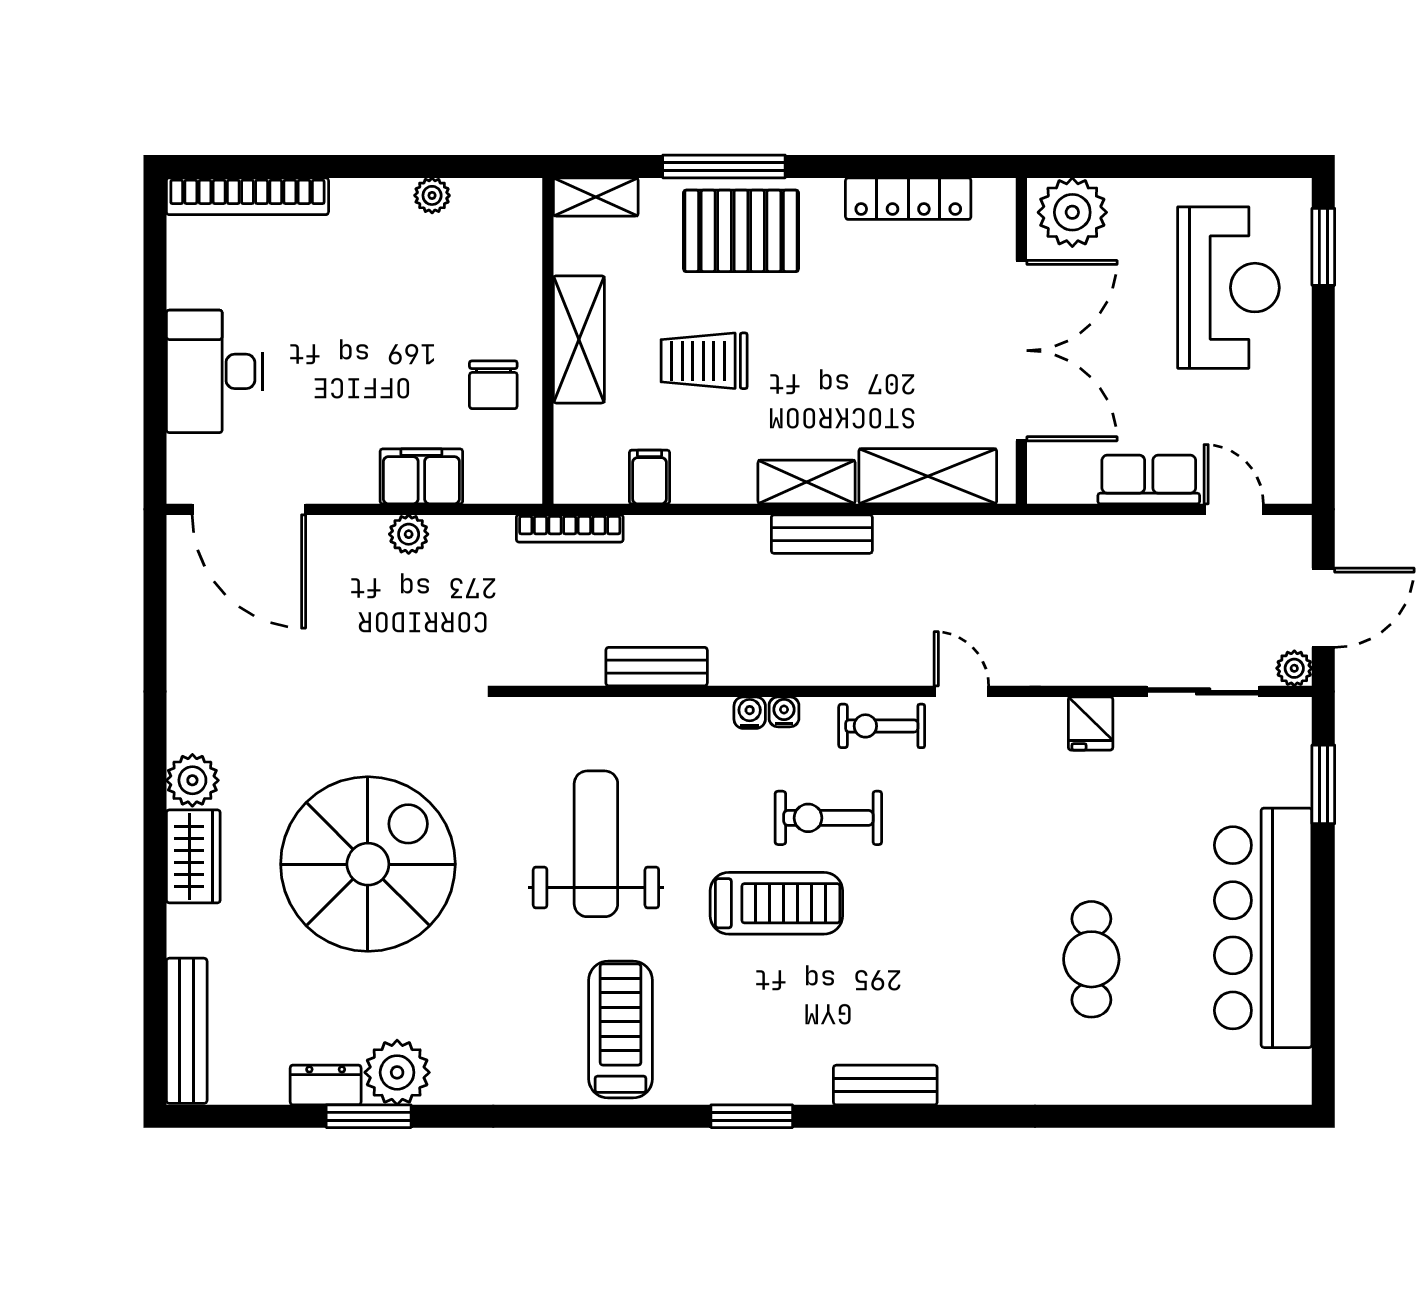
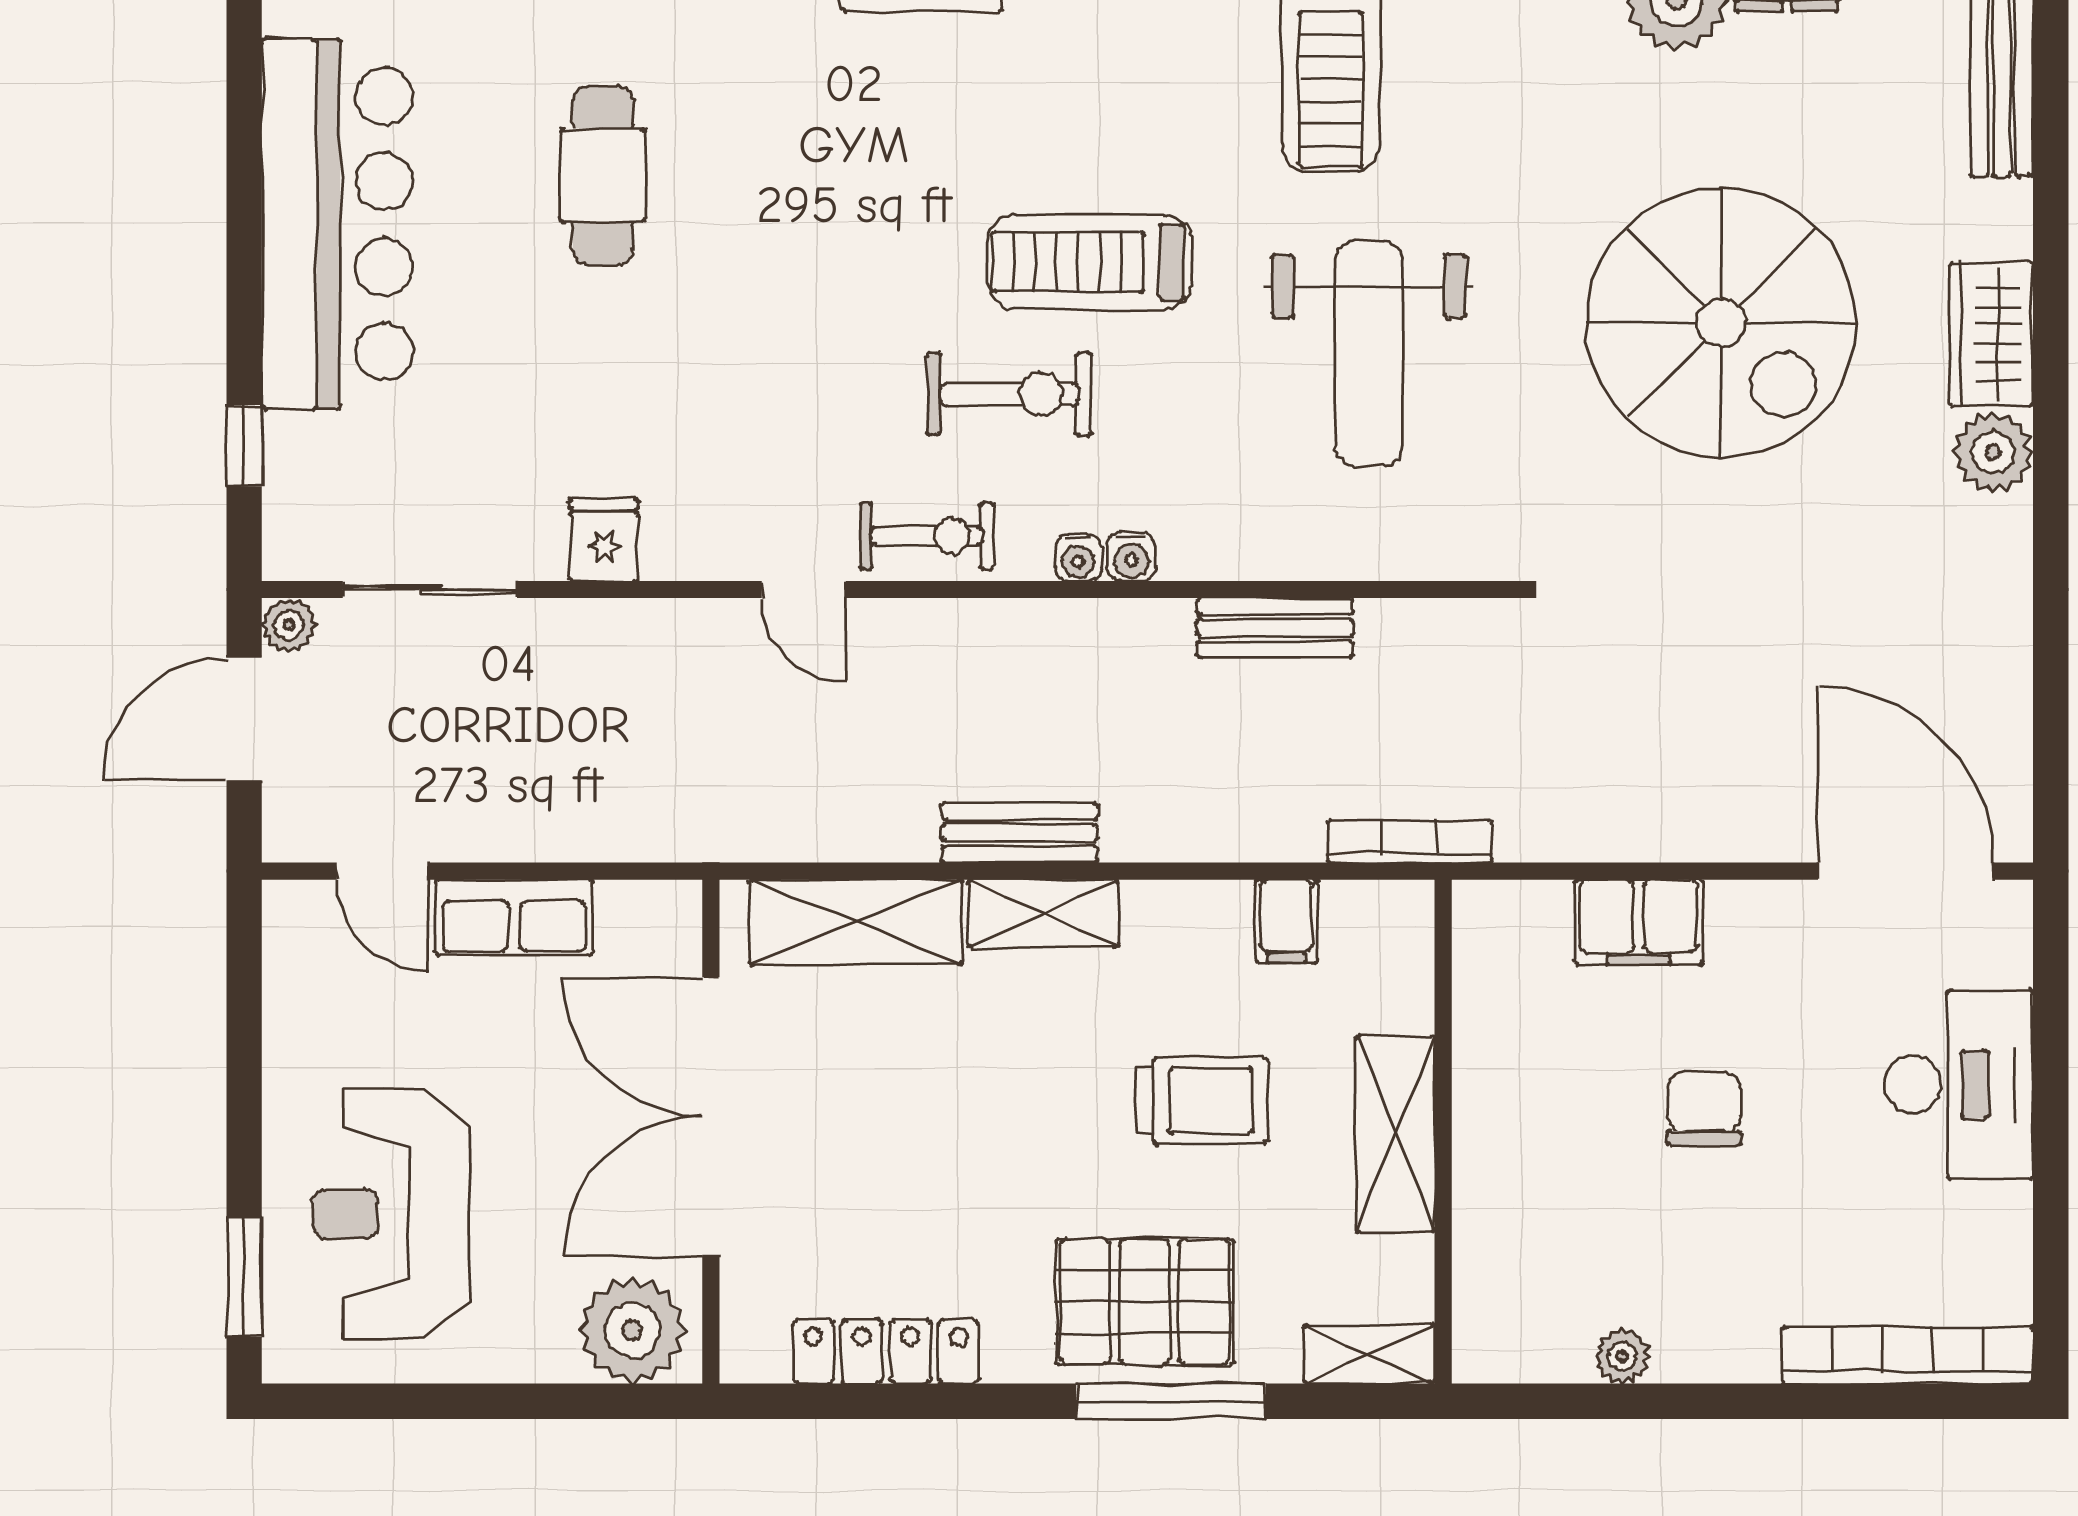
chair: (493, 385) -> (1704, 1109), moved
plant: (409, 534) -> (1659, 833), removed
window: (1323, 784) -> (244, 446), width x0.67
spiral stairs: (368, 864) -> (1721, 322), turned -90

